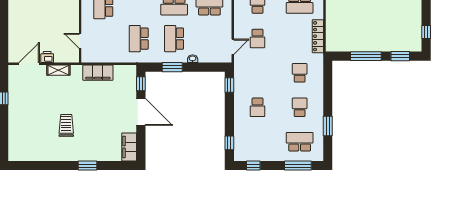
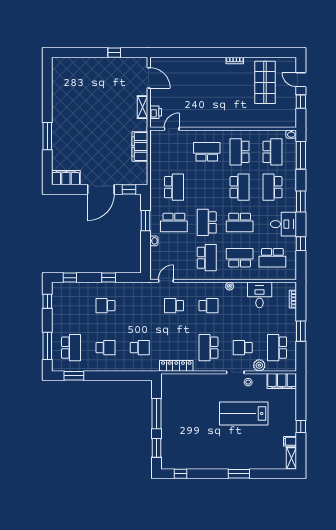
school desk: (139, 39) -> (174, 187), turned 90
school desk: (174, 39) -> (174, 222), turned 180
door: (233, 47) -> (166, 281), swing flipped
printer: (47, 57) -> (156, 112), moved
window: (229, 85) -> (109, 278), moved
trolley: (66, 125) -> (87, 115), removed
window: (328, 126) -> (74, 376), moved
window: (88, 166) -> (47, 136), width x1.44

